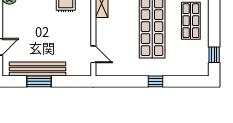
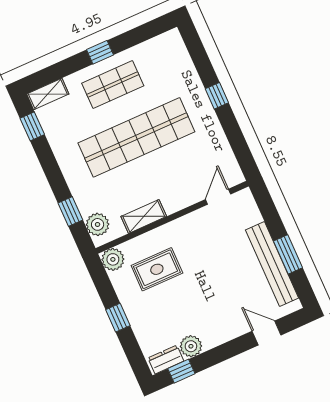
window: (214, 55) -> (100, 52), moved

